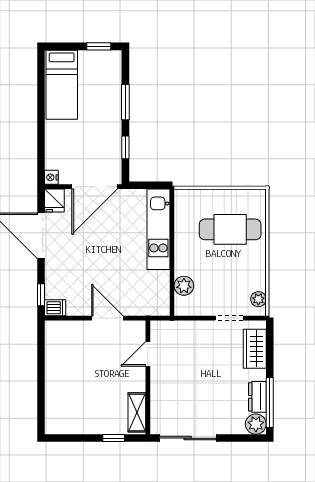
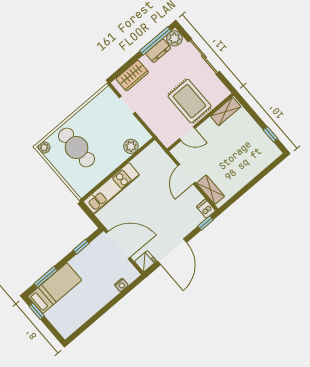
bed: (62, 85) -> (55, 288), moved
window: (125, 102) -> (46, 277), moved
nightstand: (51, 177) -> (121, 285), moved
plant: (258, 299) -> (44, 147), moved
shelving: (70, 329) -> (211, 190), added
rug: (179, 385) -> (190, 101), added
window: (114, 438) -> (270, 134), moved
sliding door: (188, 438) -> (204, 57), moved

